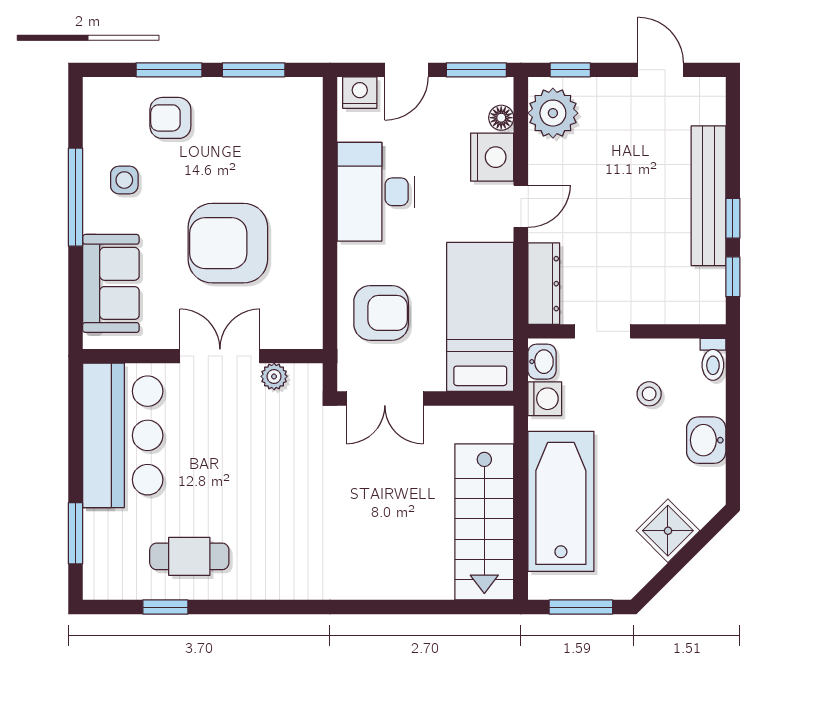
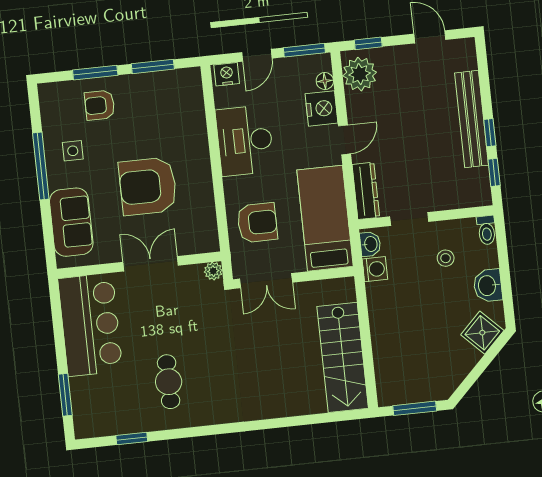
plant: (274, 376) -> (213, 271), moved
bathtub: (561, 501) -> (393, 338), removed
shower: (668, 531) -> (482, 333), moved
cafe table: (189, 556) -> (169, 382), moved, turned 90

